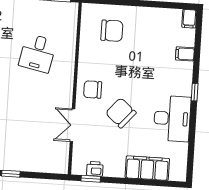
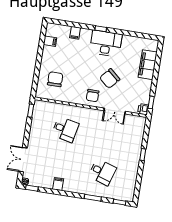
filing cabinet: (189, 19) -> (50, 41), moved
desk: (172, 119) -> (106, 43), moved
printer: (95, 169) -> (143, 109), moved

